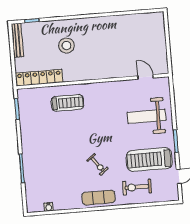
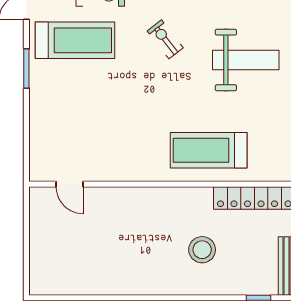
treadmill: (67, 103) -> (209, 150), width x1.37, depth x1.38
weight bench: (147, 116) -> (246, 60), moved

